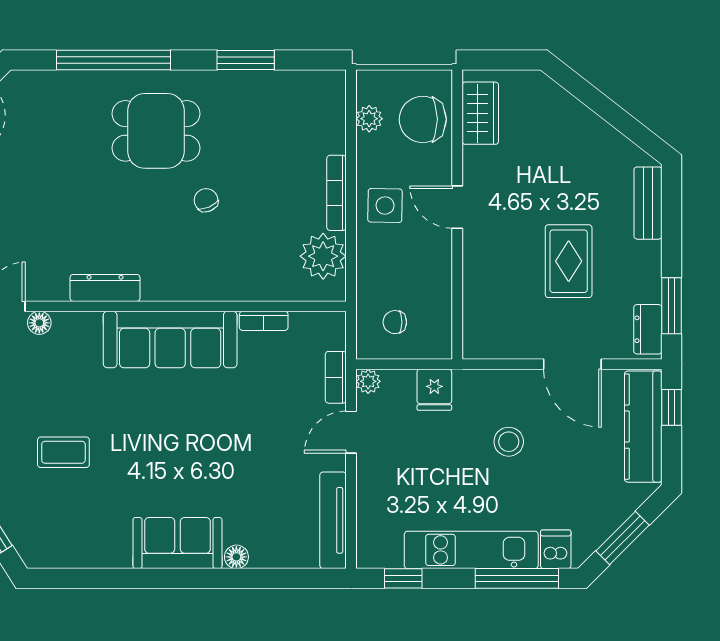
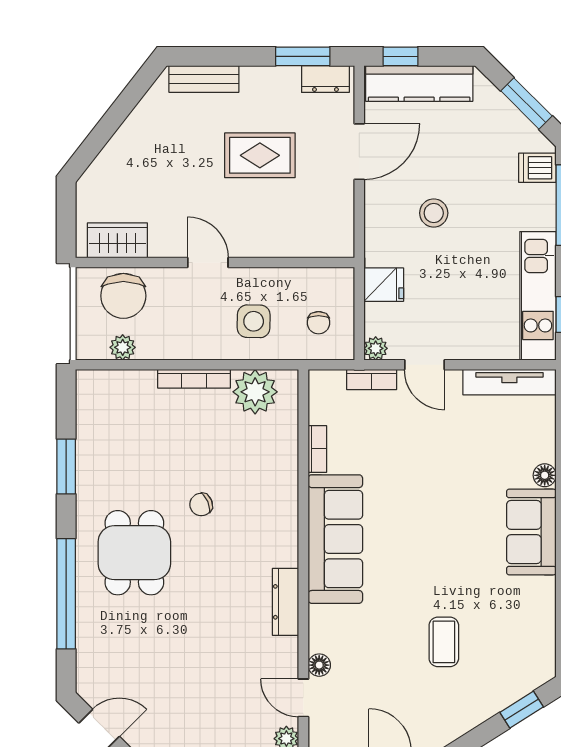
side table: (385, 205) -> (254, 321), moved
door: (457, 207) -> (208, 263), swing flipped
kitchen unit: (471, 550) -> (538, 296), moved

